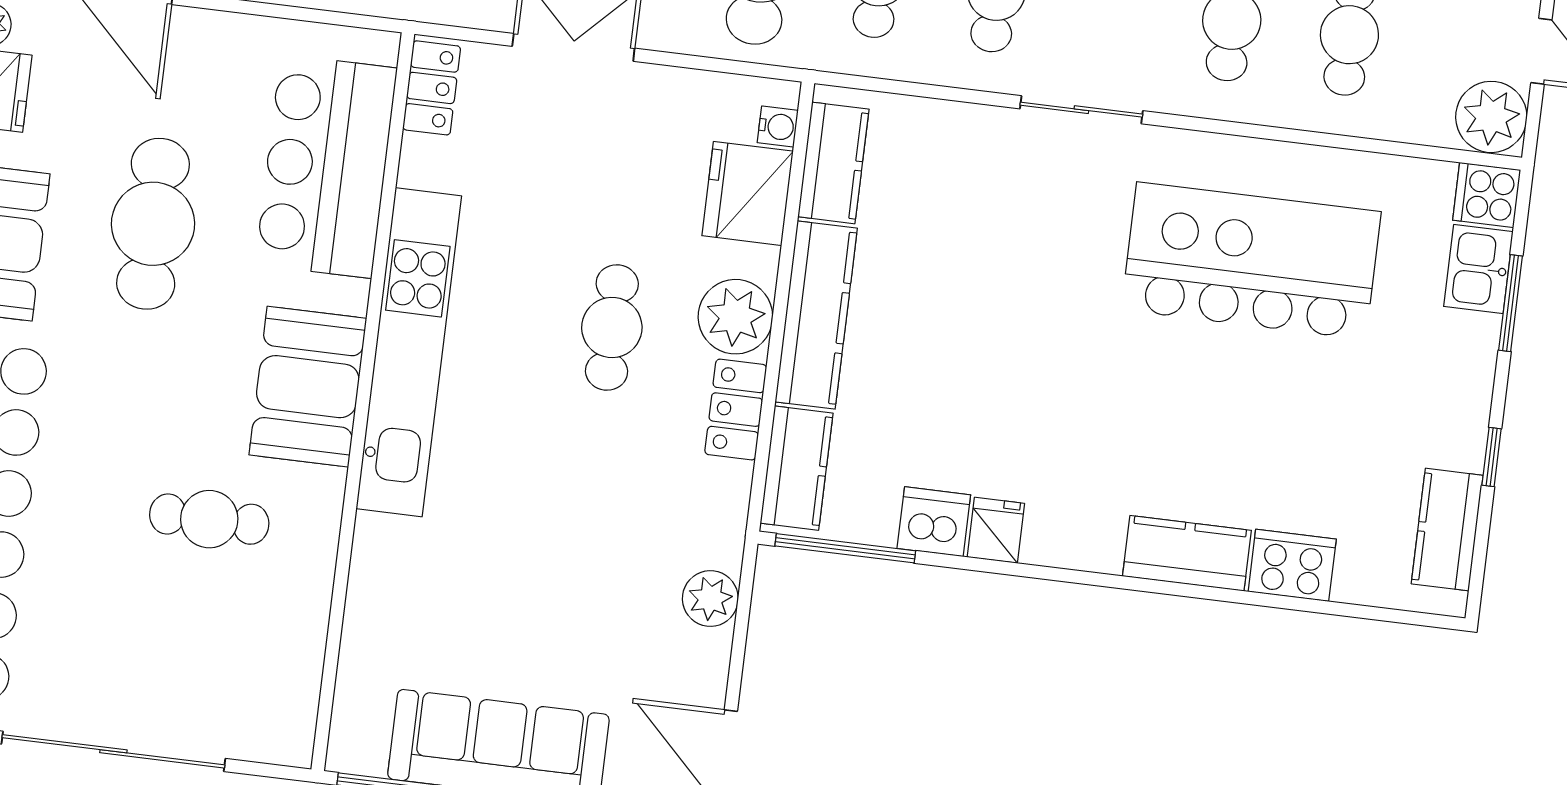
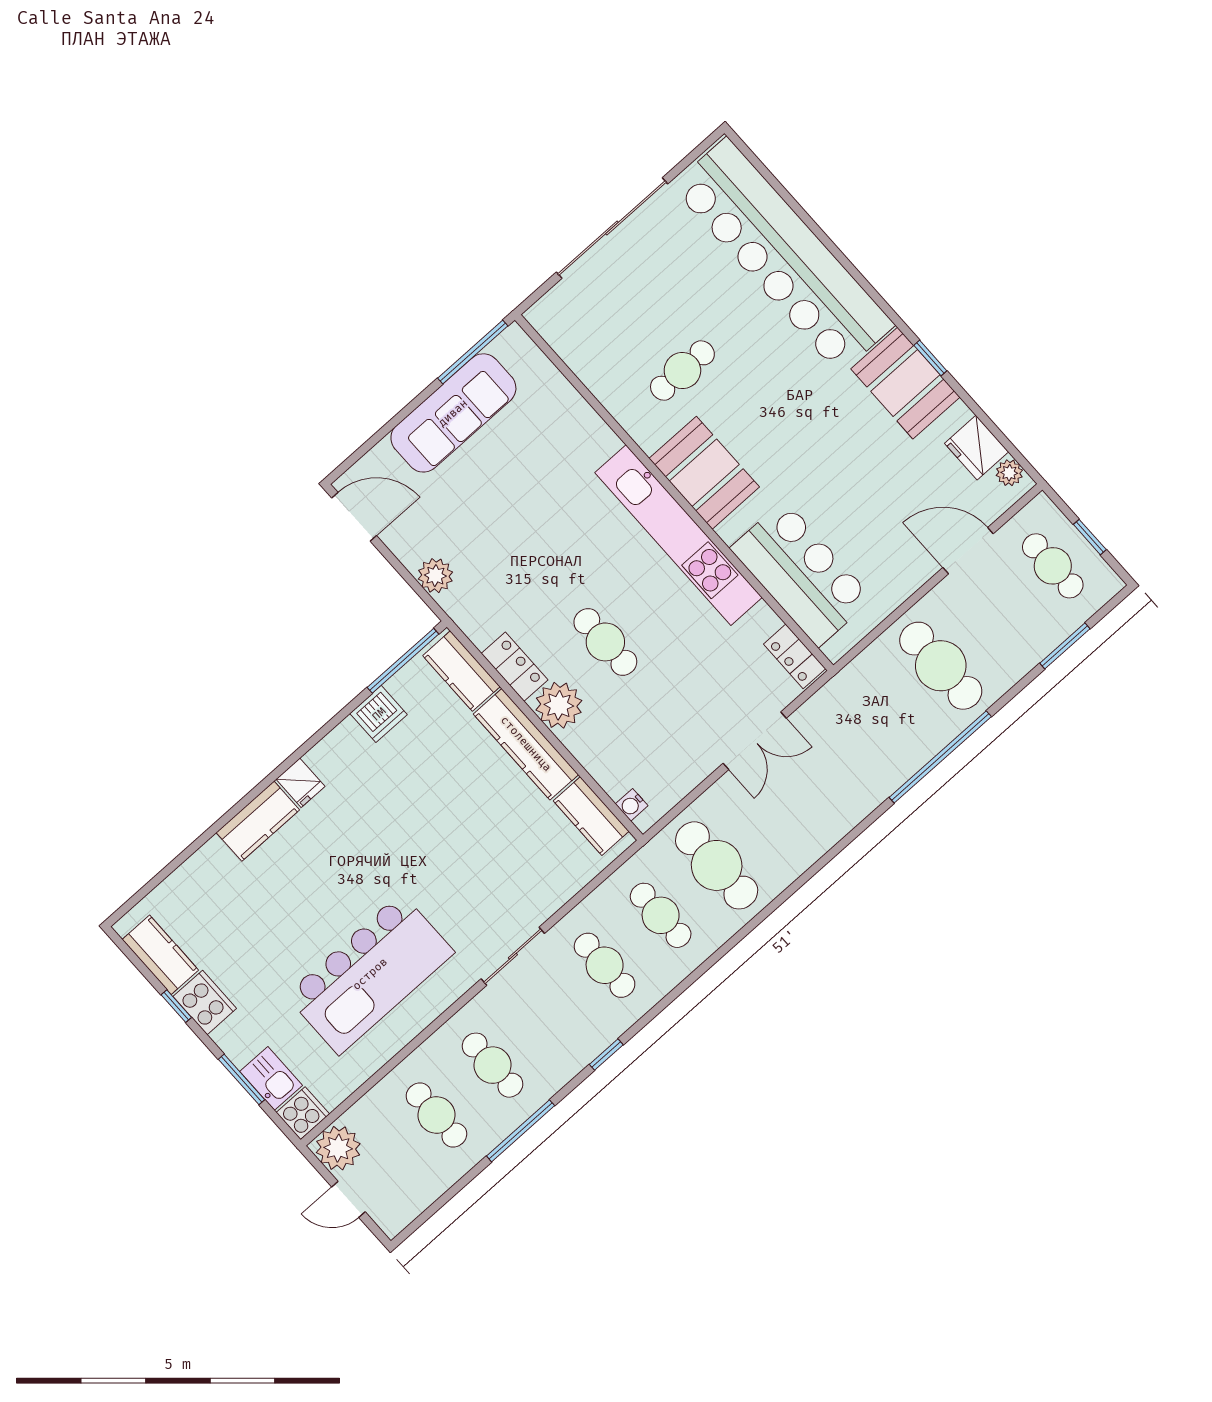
fridge: (748, 193) -> (612, 763), removed
cafe table: (153, 224) -> (846, 467), removed
fridge: (996, 530) -> (300, 783), moved
cooker: (1292, 565) -> (205, 1002), moved, turned -90

